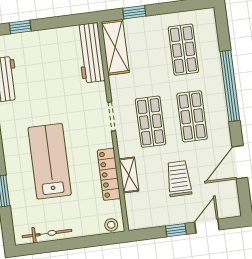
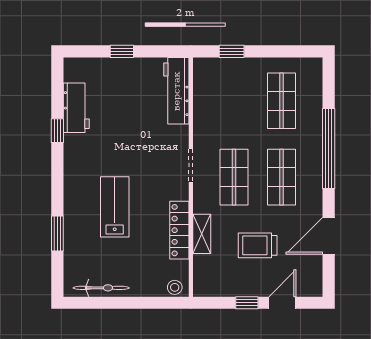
window: (20, 27) -> (122, 51), moved
shelving: (115, 47) -> (205, 88), removed
lab bench: (50, 161) -> (115, 207), width x0.73, depth x0.72
trolley: (179, 179) -> (258, 245), turned -90

